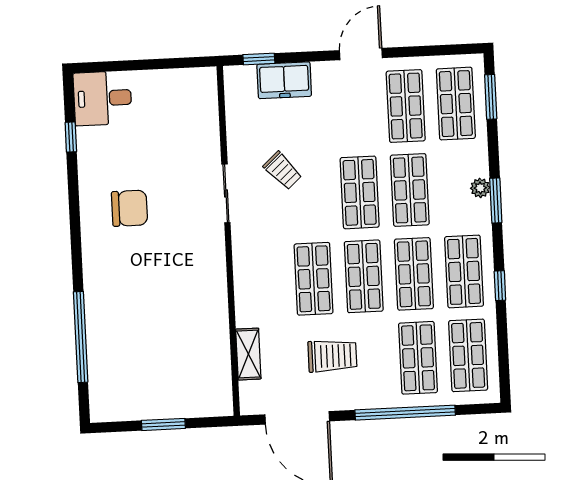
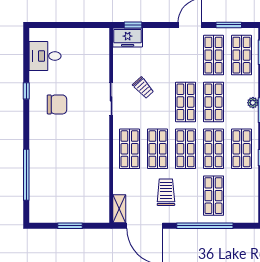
window: (430, 51) -> (229, 25), added
freezer: (284, 80) -> (128, 37), moved
desk: (103, 98) -> (45, 56), moved
window: (71, 137) -> (26, 91), moved
shelving: (248, 354) -> (119, 209), moved
shop shelf: (468, 355) -> (130, 149), moved
trolley: (332, 356) -> (166, 192), turned -90

